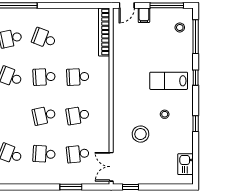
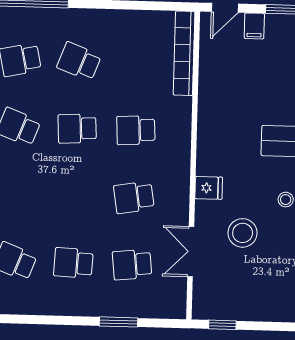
fridge: (120, 109) -> (209, 188), added
school desk: (44, 115) -> (75, 196), removed
double door: (111, 167) -> (191, 252), moved

